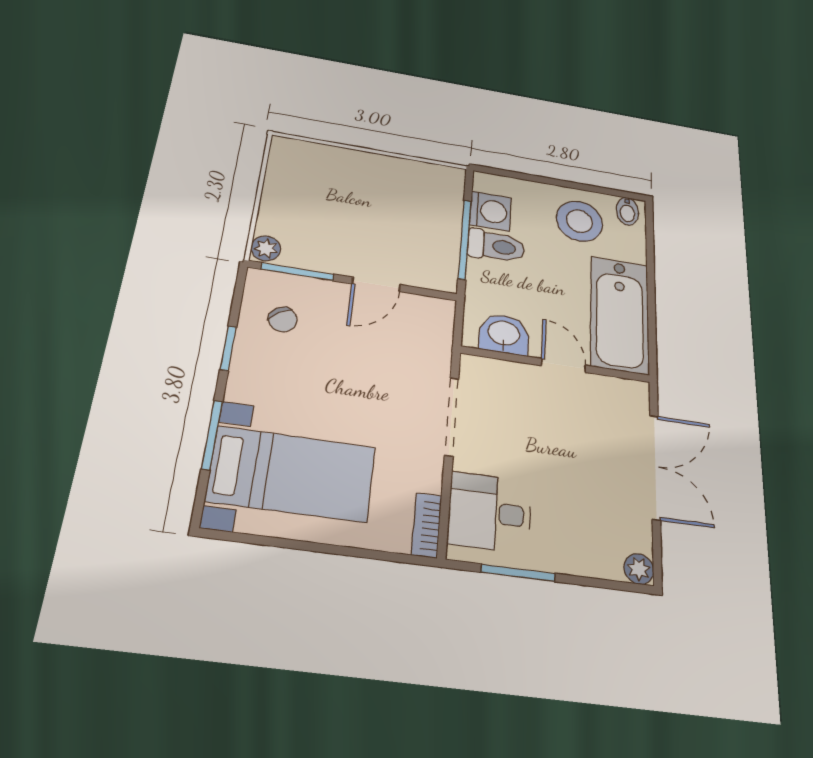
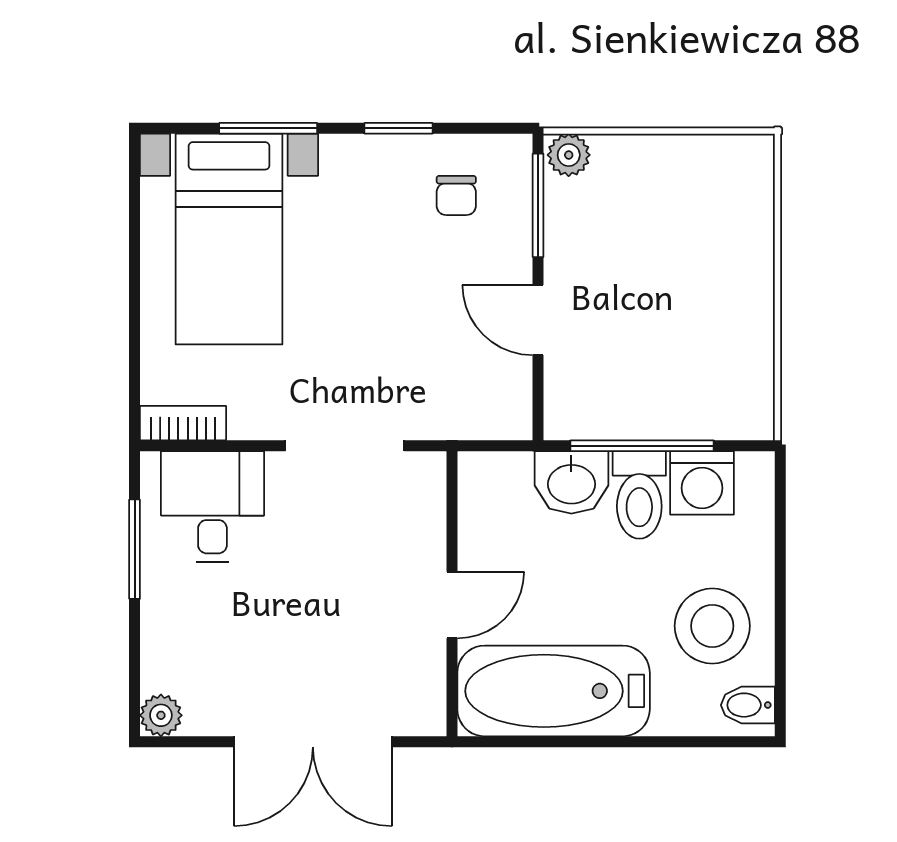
chair: (283, 320) -> (456, 195), turned -56
washbasin: (504, 334) -> (571, 482), moved, turned 90

